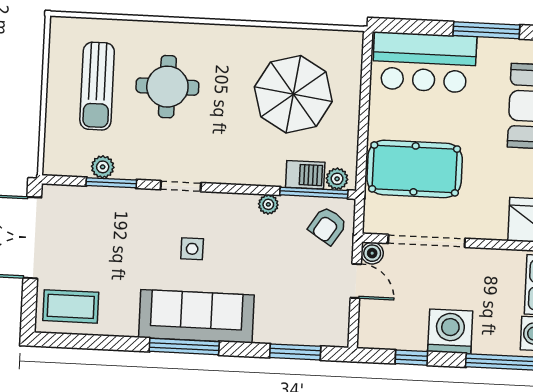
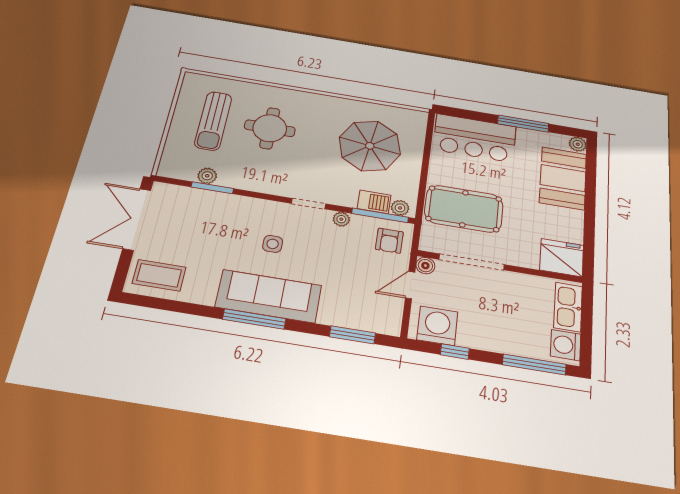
doorway: (181, 186) -> (308, 204), moved
armchair: (328, 226) -> (389, 241), turned -33
door: (356, 281) -> (410, 285), swing flipped
washing machine: (450, 331) -> (437, 326), moved

